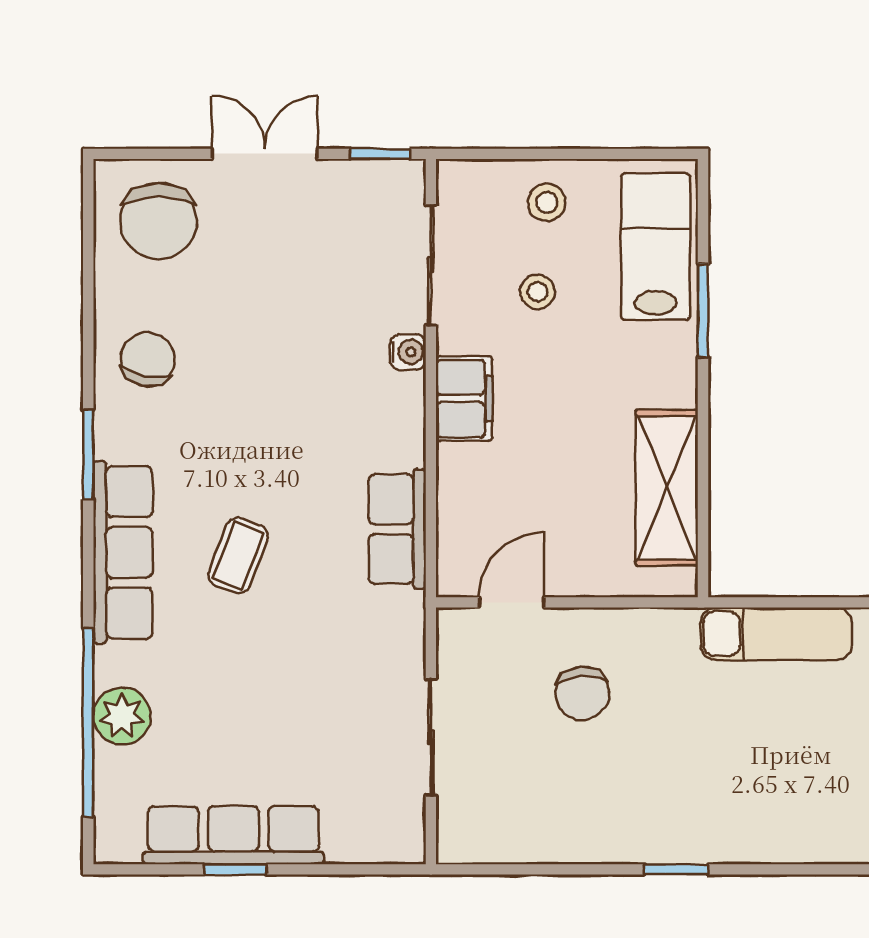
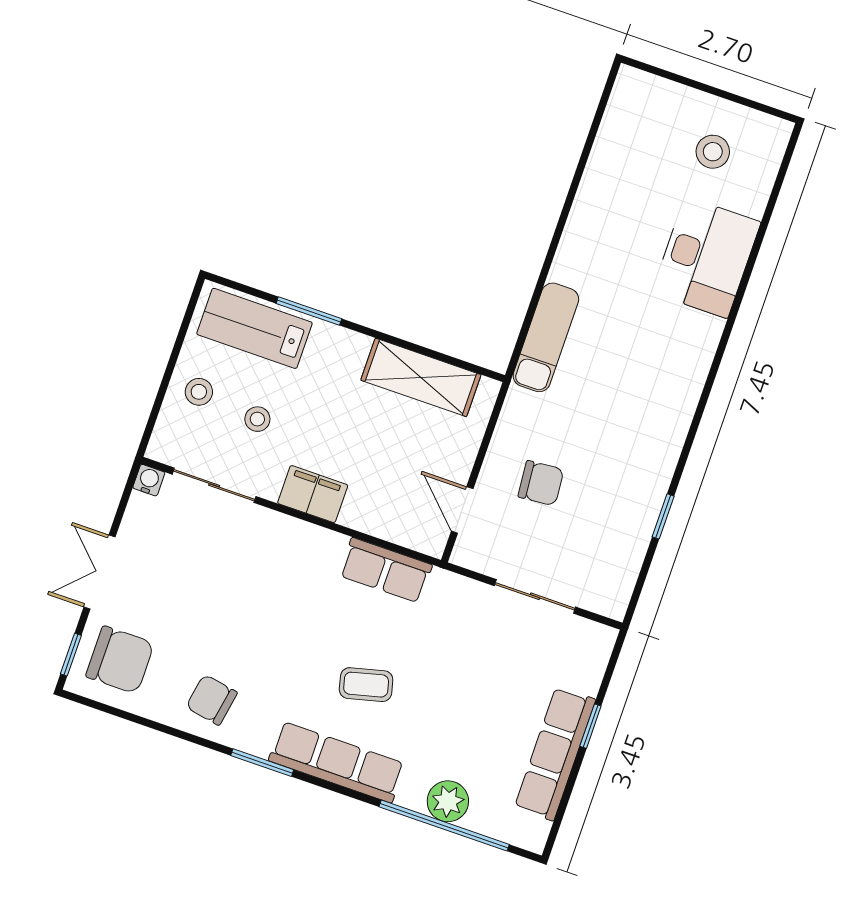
window: (380, 154) -> (71, 655), moved
water cooler: (408, 352) -> (149, 480), moved
coffee table: (238, 555) -> (366, 685), turned -35
window: (235, 869) -> (590, 726), moved
window: (676, 869) -> (663, 516), moved

